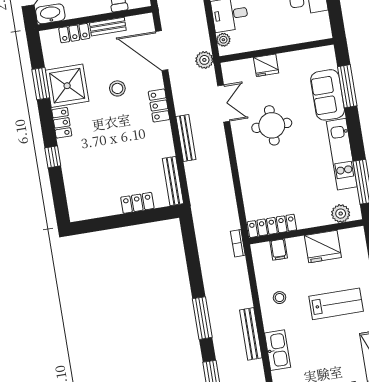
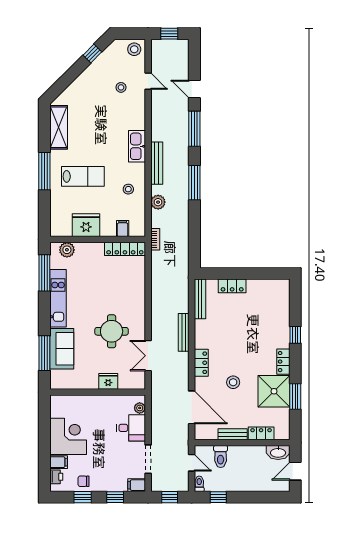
plant: (204, 60) -> (158, 202), moved
lab bench: (336, 304) -> (83, 176), turned 180

